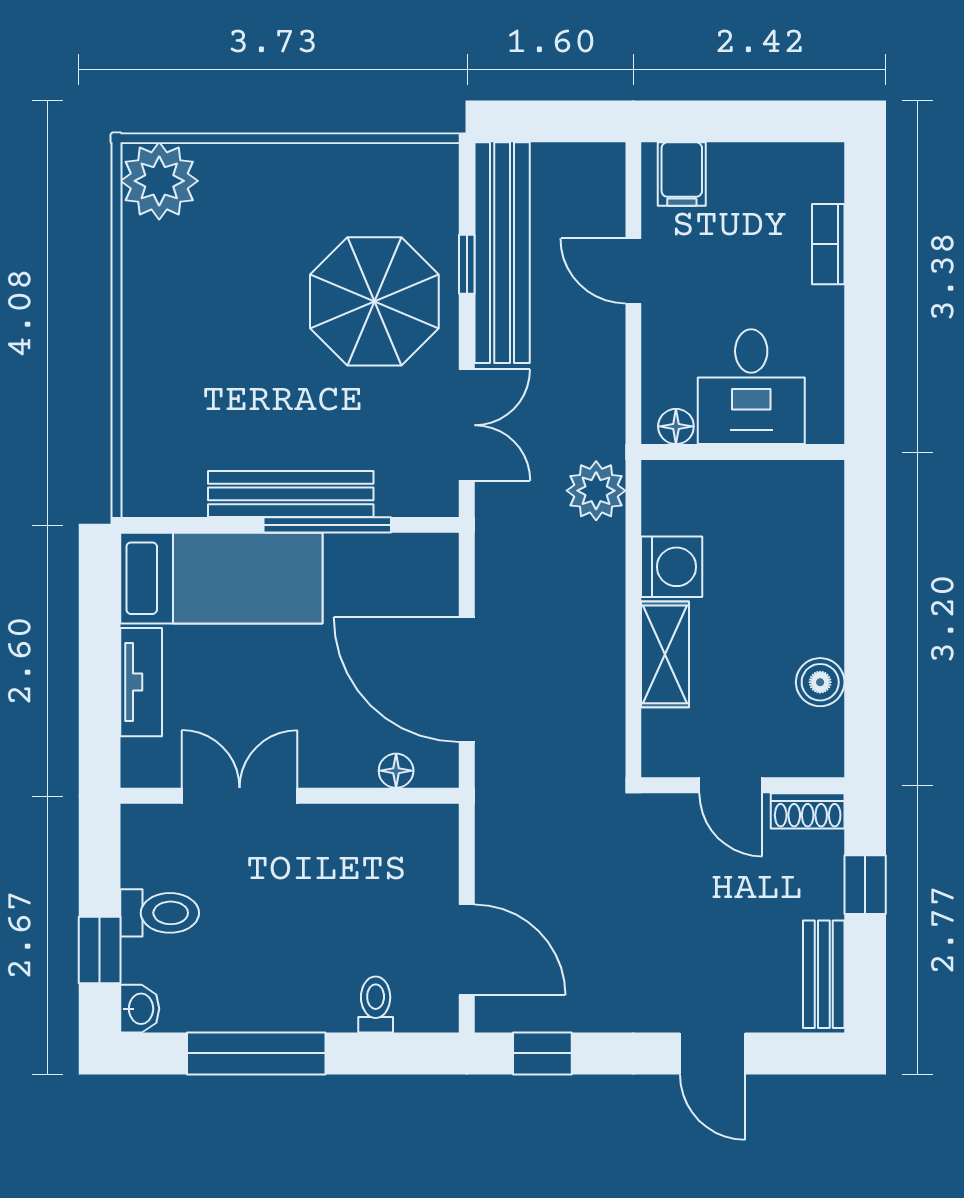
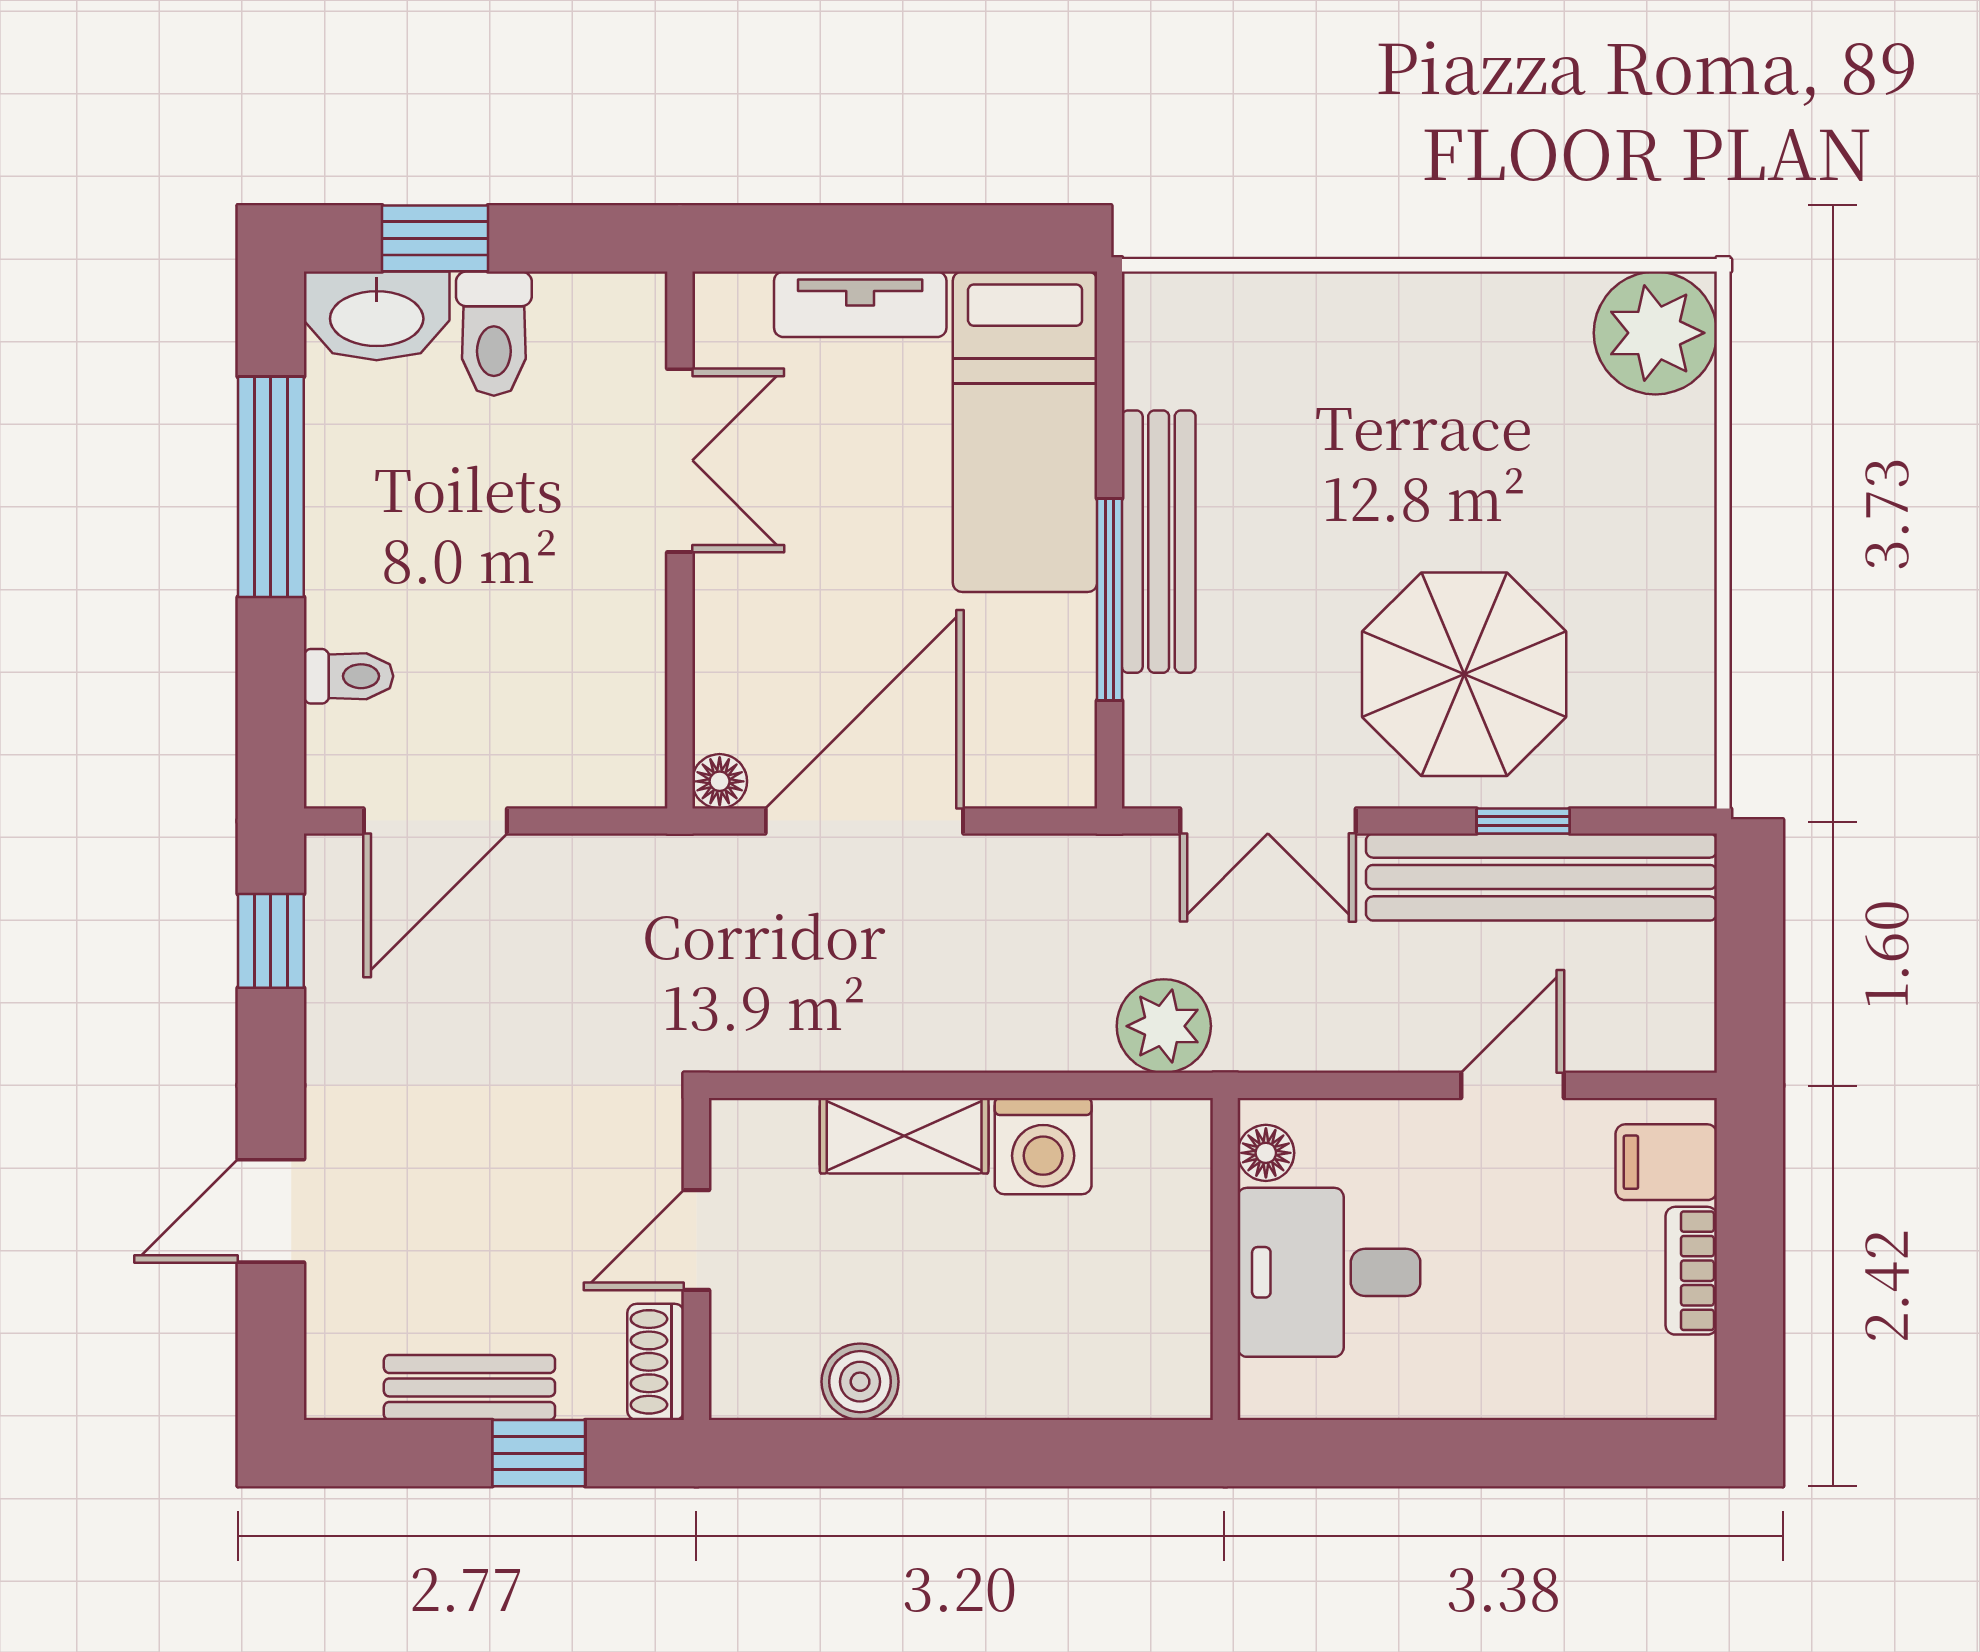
bookcase: (828, 244) -> (1691, 1271), moved, turned -90
floor lamp: (396, 771) -> (720, 781), moved
bench: (824, 974) -> (469, 1387), moved
washbasin: (140, 1009) -> (377, 316), width x1.91, depth x1.45

